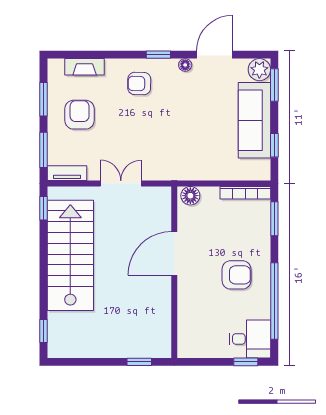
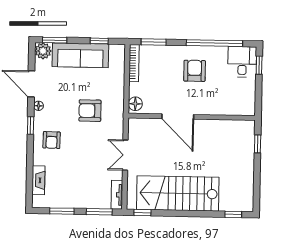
armchair: (80, 115) -> (90, 111), moved

